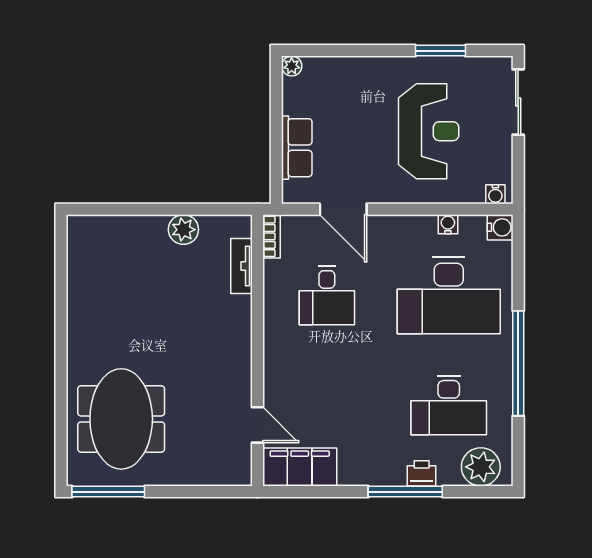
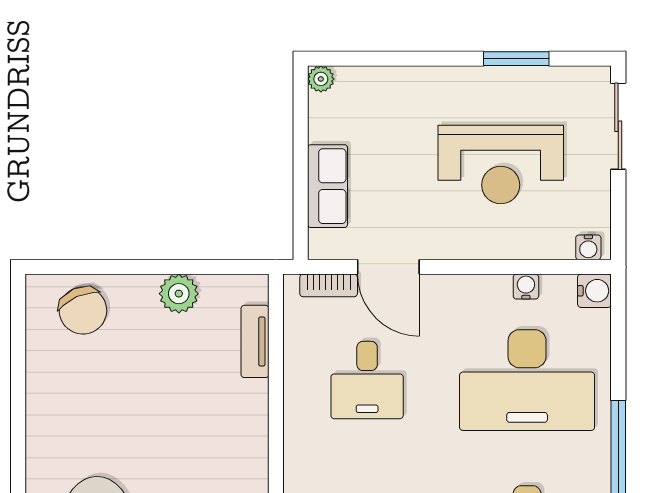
reception desk: (429, 131) -> (501, 165), turned 90
bookcase: (271, 236) -> (329, 285), moved, turned 90
chair: (110, 242) -> (83, 310), added

